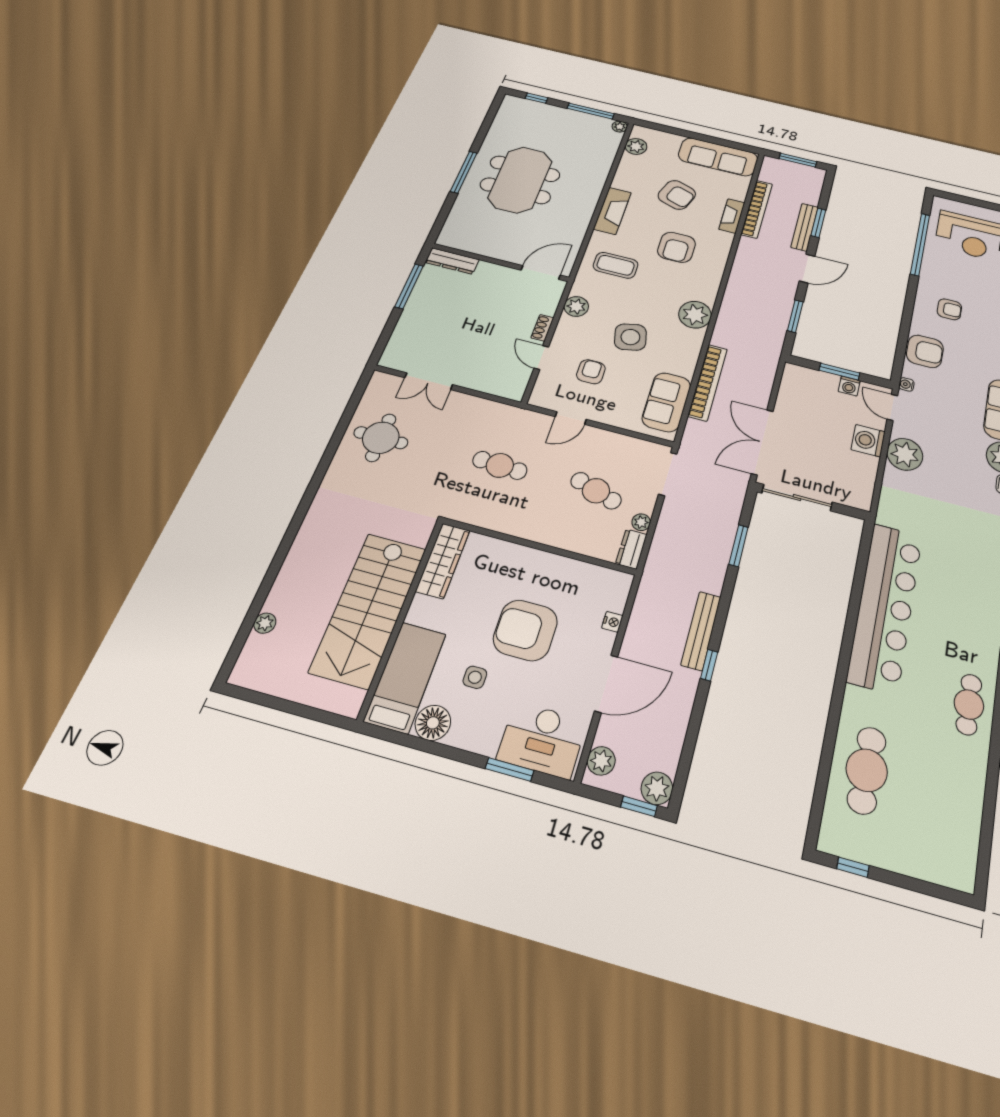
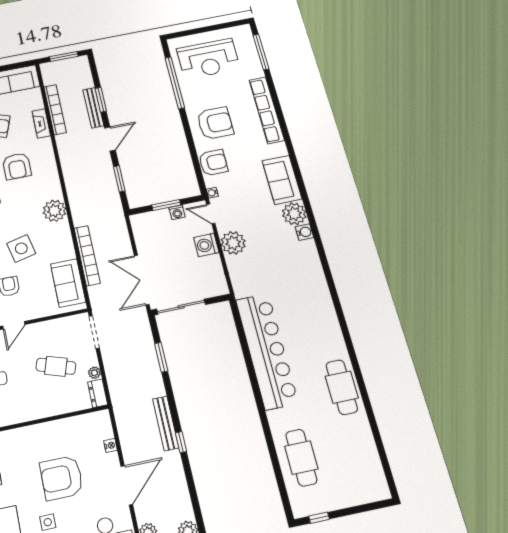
armchair: (949, 309) -> (215, 123), width x1.88, depth x1.88
cafe table: (969, 704) -> (342, 387), width x1.37, depth x1.35

